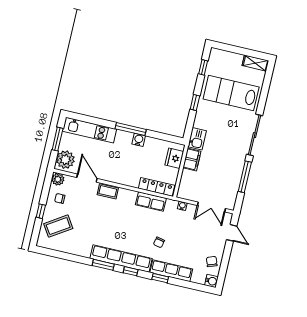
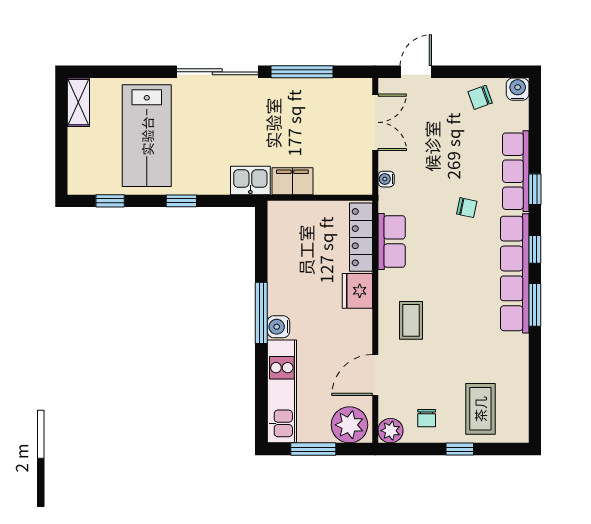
water cooler: (139, 140) -> (278, 327), moved
fridge: (174, 158) -> (357, 291), moved, turned 90
coffee table: (108, 191) -> (411, 320), moved
coffee table: (58, 226) -> (480, 409), turned 33

